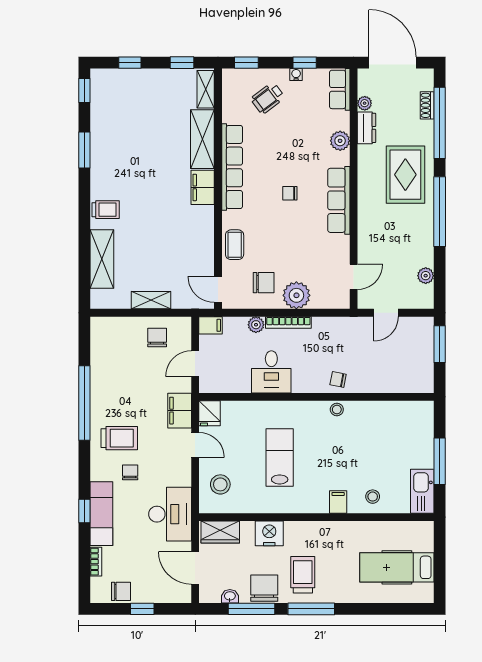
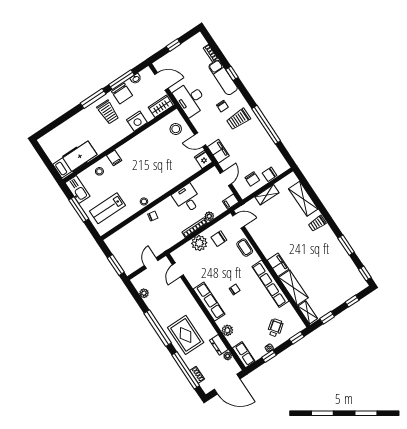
lab bench: (280, 458) -> (107, 208), moved, turned 90
hospital bed: (397, 567) -> (75, 159), moved
chair: (121, 591) -> (270, 174), moved

